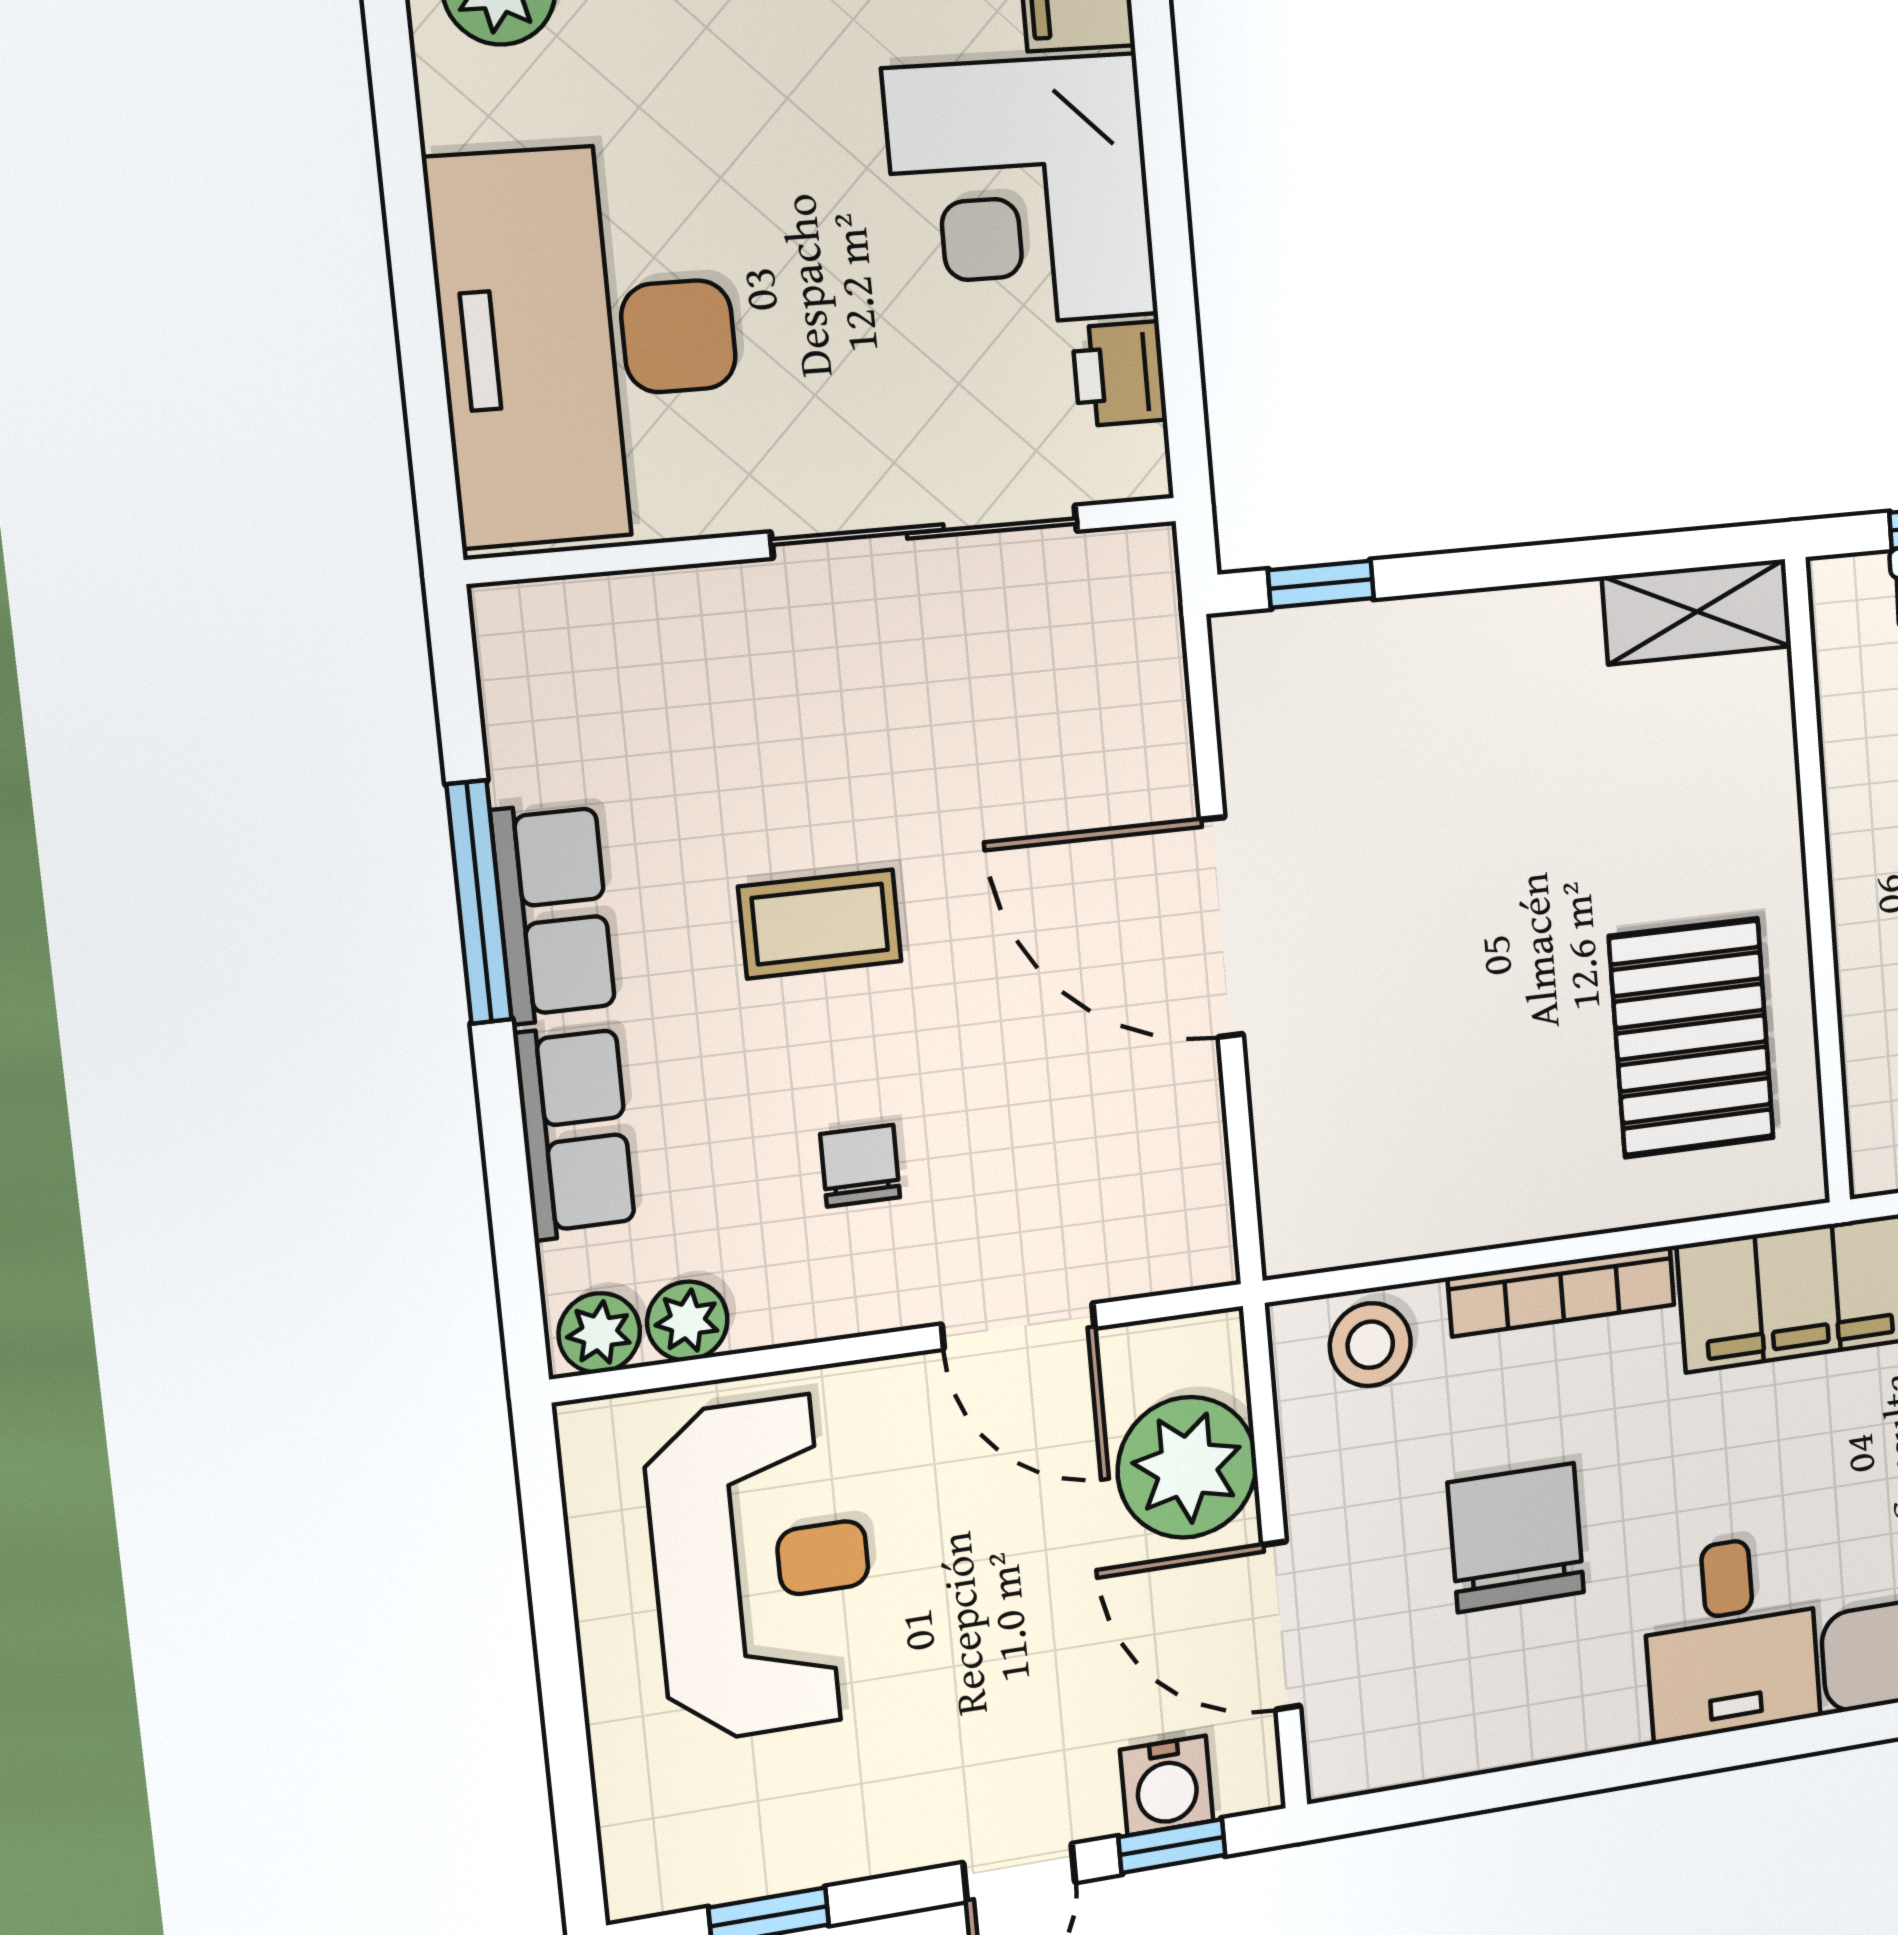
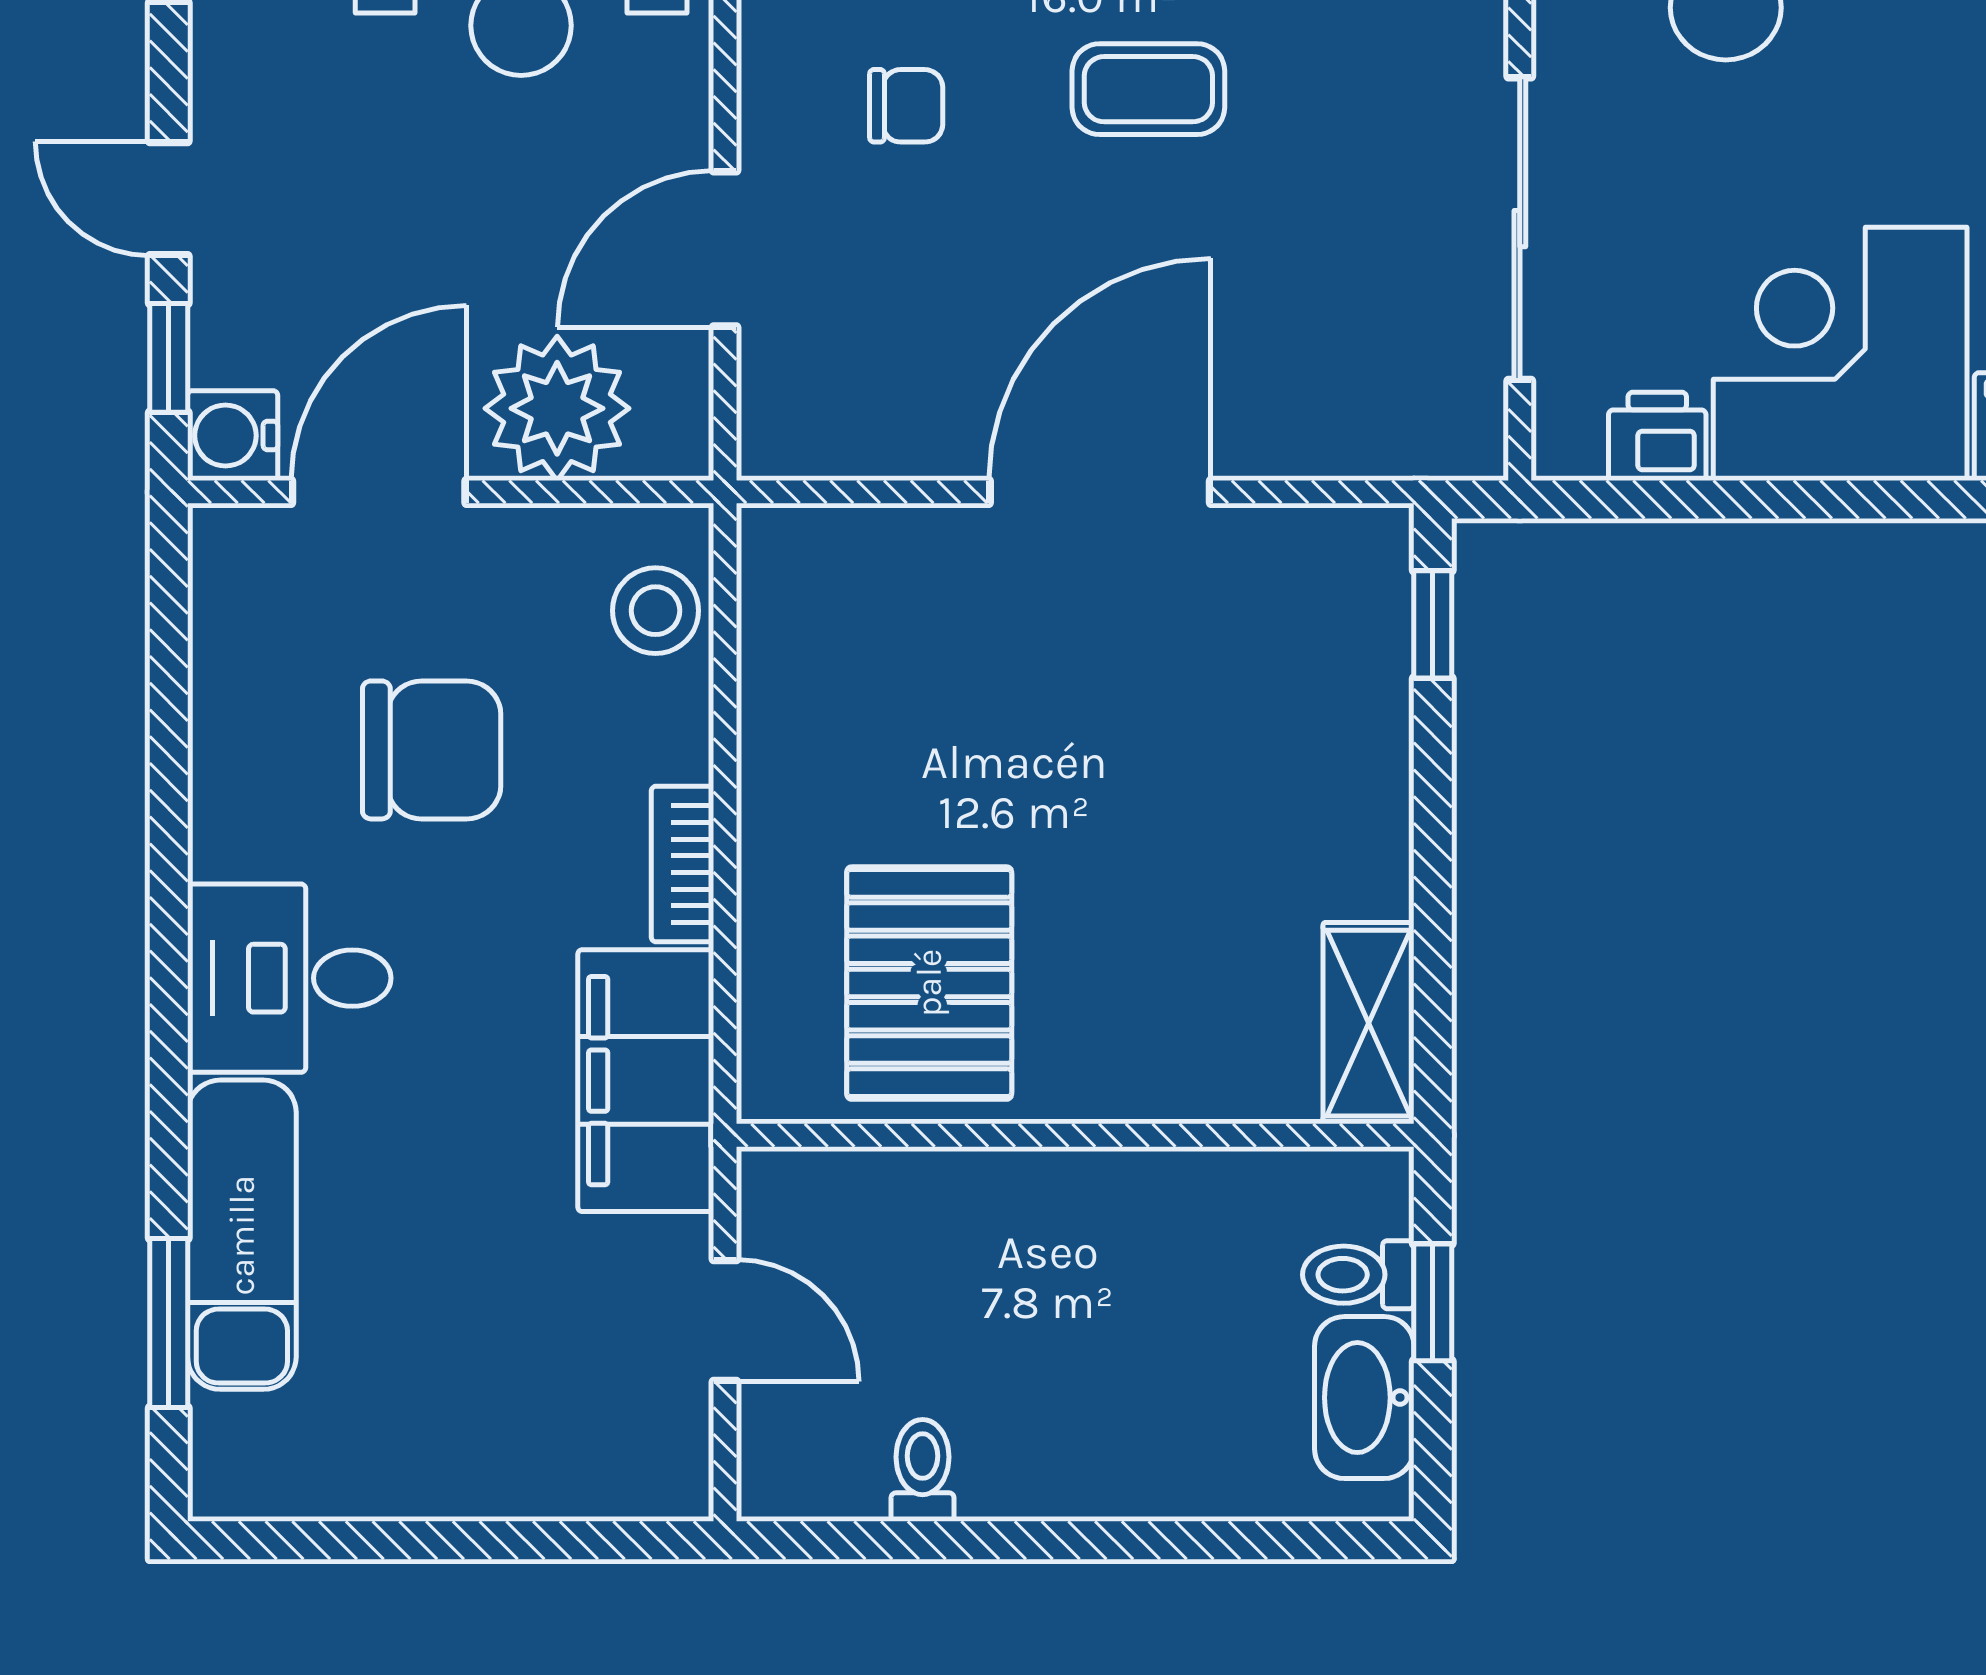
coffee table: (820, 924) -> (1148, 89), turned 90
pallet: (1691, 1038) -> (929, 983), turned 90
bookcase: (1562, 1291) -> (683, 864), width x0.64
water cooler: (1167, 1785) -> (233, 436), moved

